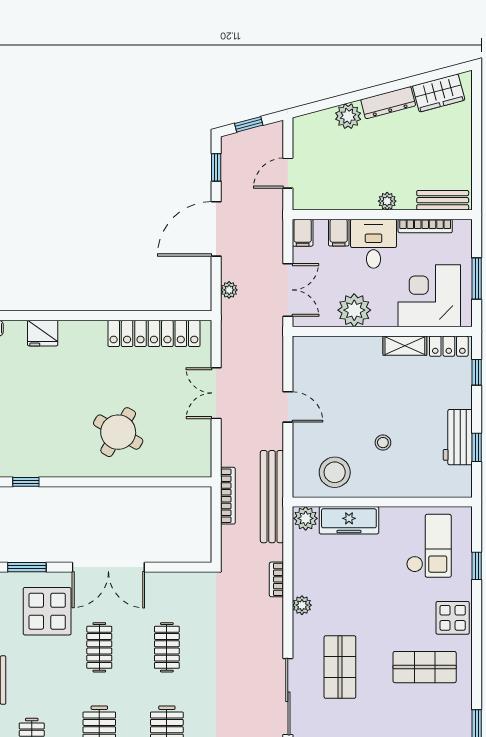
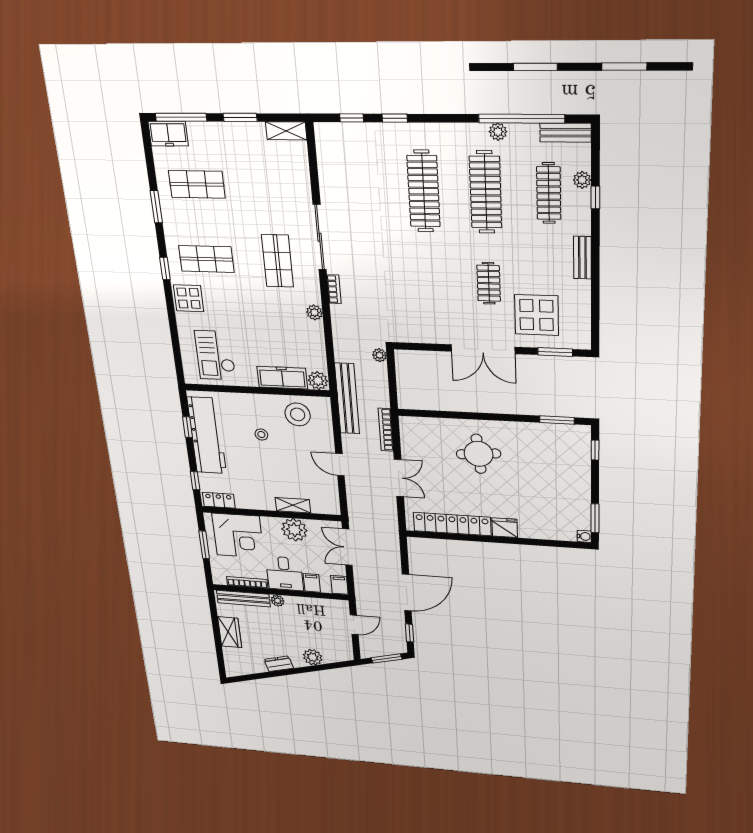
wardrobe: (439, 93) -> (230, 632), moved, turned 105
dresser: (388, 103) -> (279, 664), width x0.70
window: (249, 124) -> (387, 658), width x1.50
bench: (443, 200) -> (243, 599), width x1.36
plant: (229, 290) -> (379, 355), moved
fridge: (43, 333) -> (505, 528), moved
shelving: (405, 346) -> (293, 505), moved
round table: (118, 432) -> (479, 454), turned -35
workbench: (458, 437) -> (207, 435), width x1.88, depth x1.32
window: (26, 482) -> (557, 420), width x1.50
bookcase: (228, 496) -> (386, 430), moved
window: (477, 566) -> (165, 268), moved
double door: (108, 567) -> (483, 349), swing flipped
bookcase: (276, 579) -> (334, 289), moved
clothes rail: (167, 647) -> (428, 281), removed

